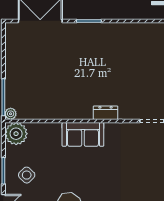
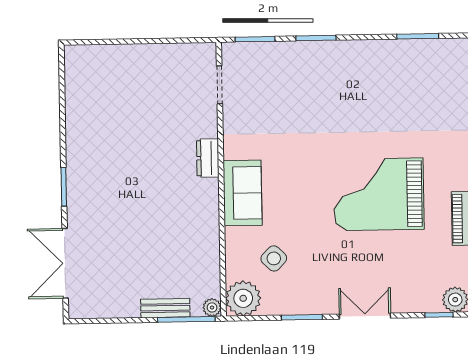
bench: (11, 84) -> (165, 308), added
side table: (27, 175) -> (274, 258), moved

